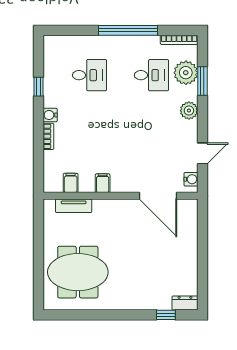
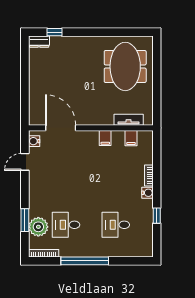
plant: (189, 111) -> (36, 196), removed
meeting table: (78, 272) -> (125, 66), turned 90

